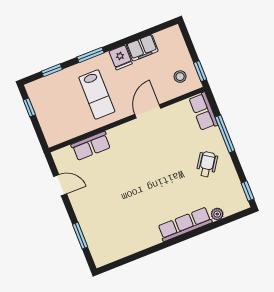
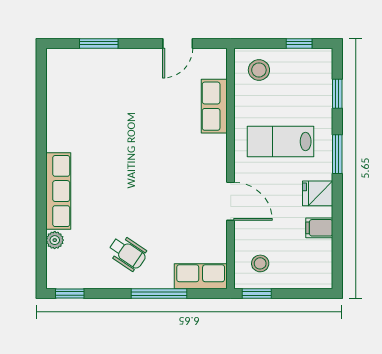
filing cabinet: (142, 48) -> (319, 228), width x0.50
stool: (56, 126) -> (259, 70), added

